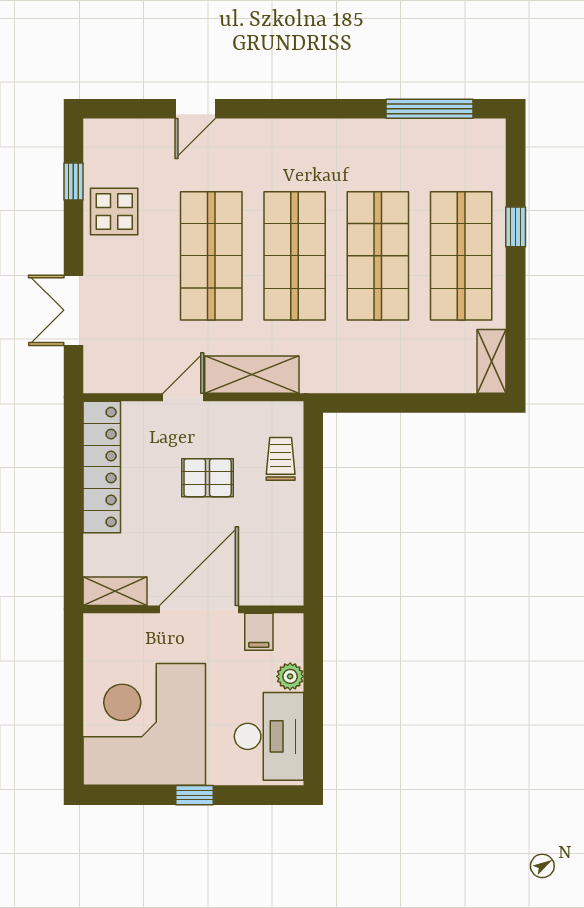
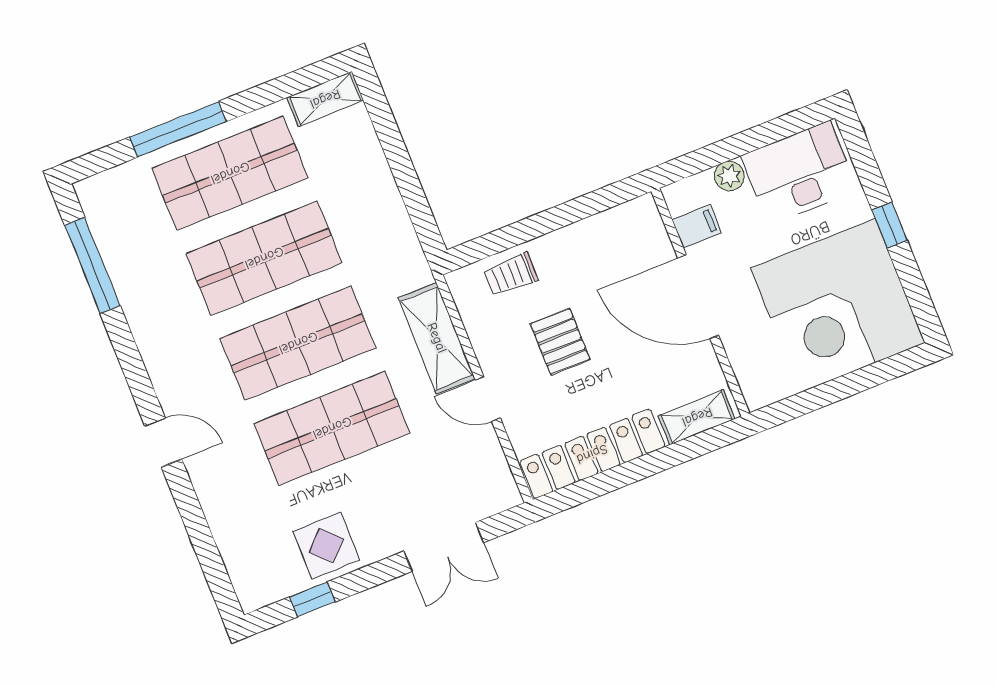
door: (195, 109) -> (163, 442), moved
window: (516, 227) -> (178, 129), width x2.17
shelving: (115, 591) -> (697, 417), moved, turned 90

